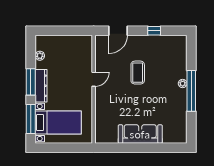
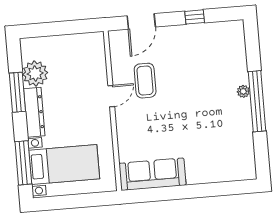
plant: (40, 56) -> (35, 74), width x1.87, depth x1.87
coffee table: (138, 73) -> (145, 81), moved
window: (31, 82) -> (17, 92), moved
sofa: (140, 134) -> (152, 174), moved

